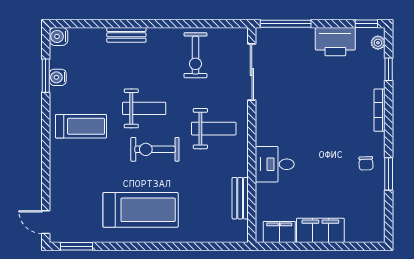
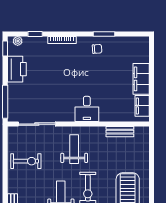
desk: (275, 164) -> (87, 109), moved

